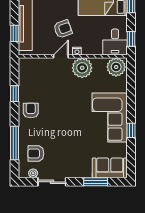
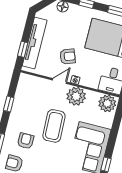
coffee table: (67, 104) -> (54, 126), added
armchair: (31, 110) -> (26, 141), moved

